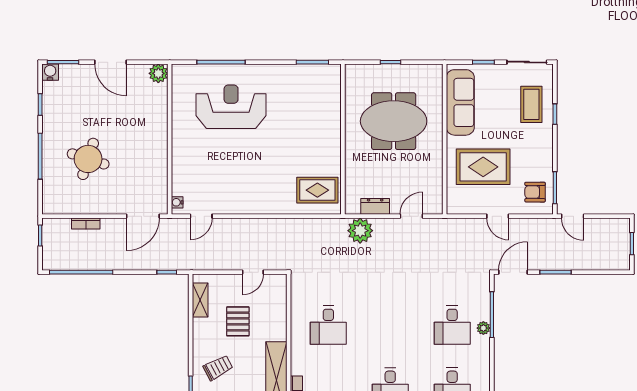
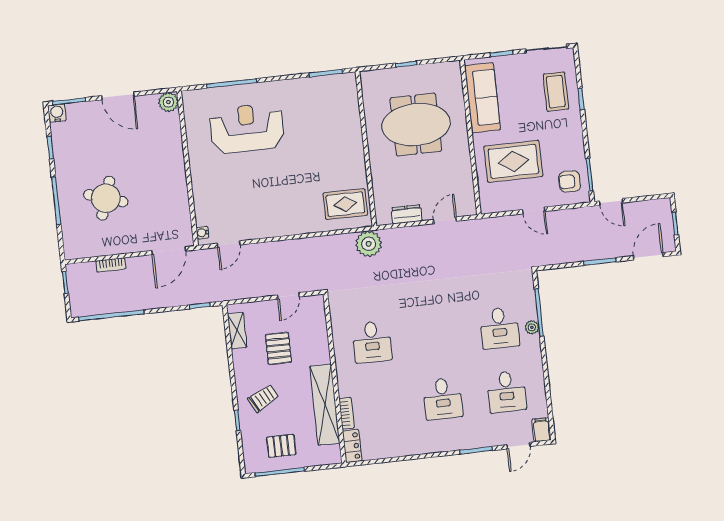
plant: (360, 231) -> (369, 244), moved
door: (513, 272) -> (648, 256), moved

